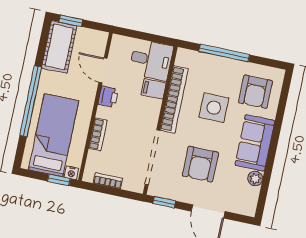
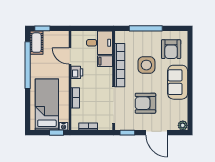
cot: (59, 47) -> (36, 43), width x0.73, depth x0.75
window: (31, 101) -> (28, 65), moved
armchair: (200, 164) -> (145, 103), turned 90
plant: (255, 178) -> (183, 125), moved

